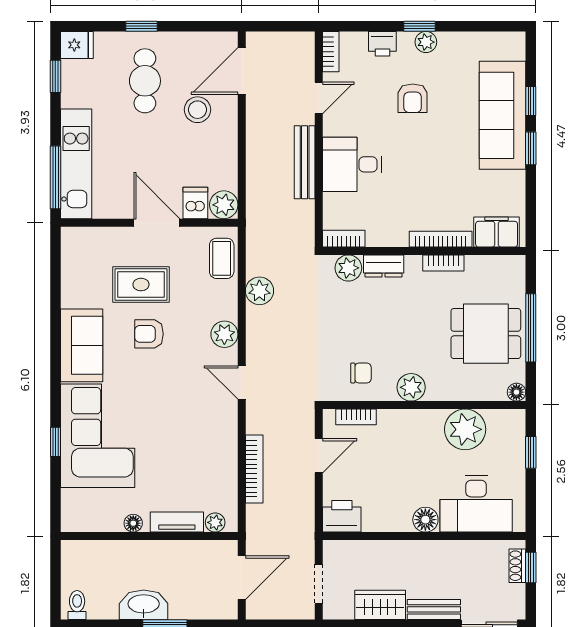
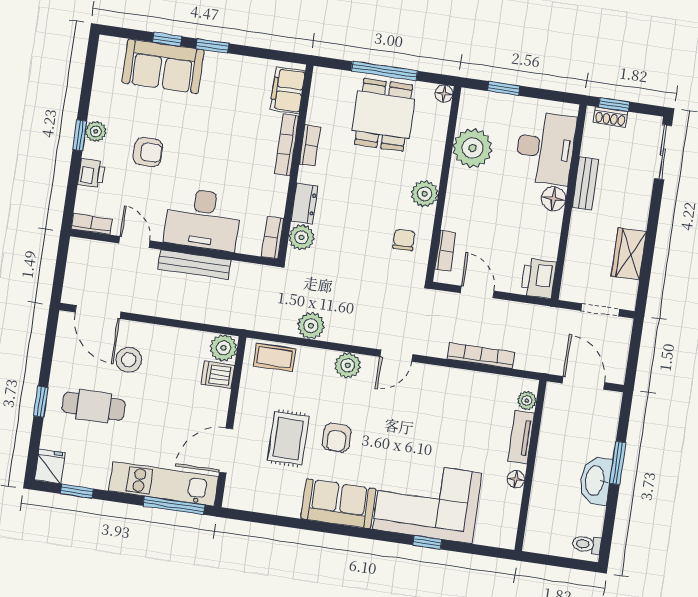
sofa: (502, 115) -> (163, 66), width x0.73
desk: (352, 164) -> (203, 219), width x1.37
door: (157, 223) -> (226, 451), moved
bench: (434, 609) -> (585, 183), moved

